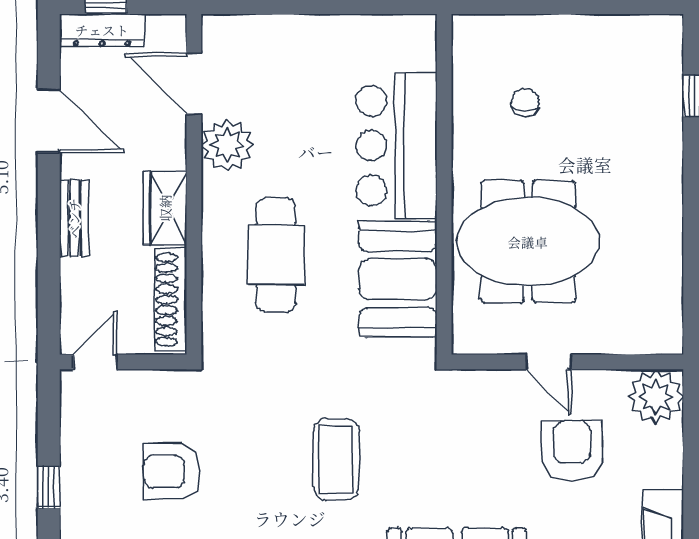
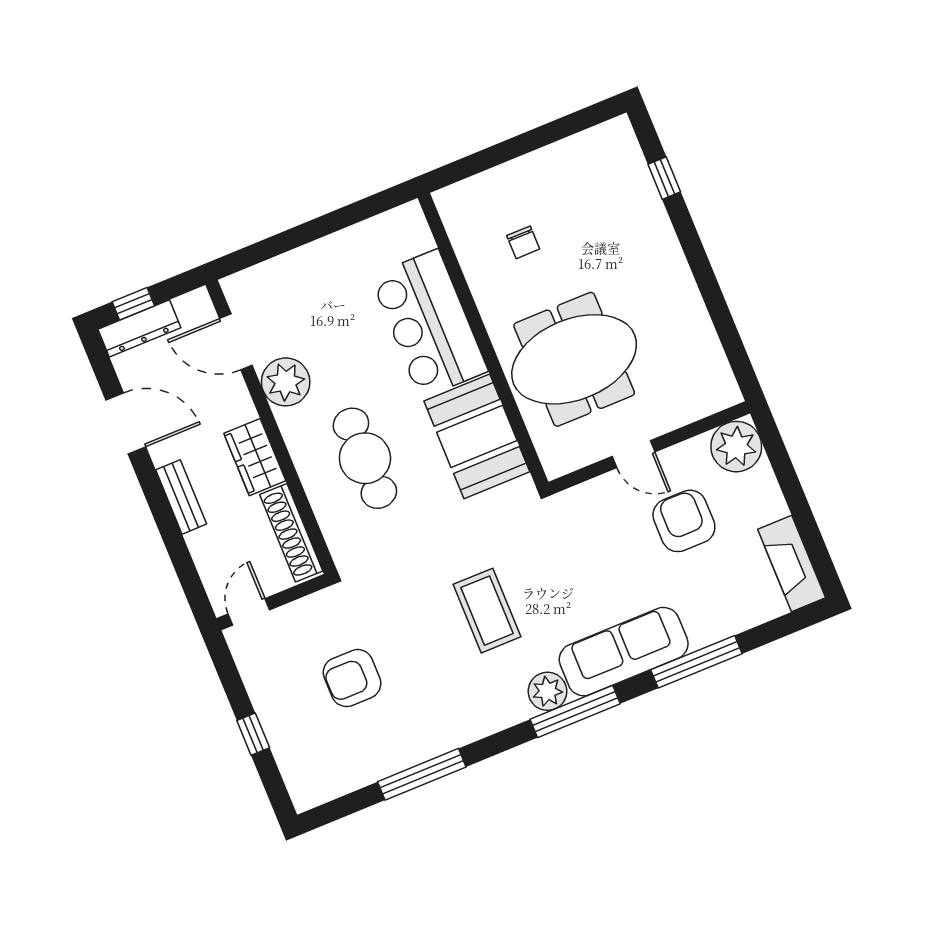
chair: (525, 102) -> (523, 242), turned 180

